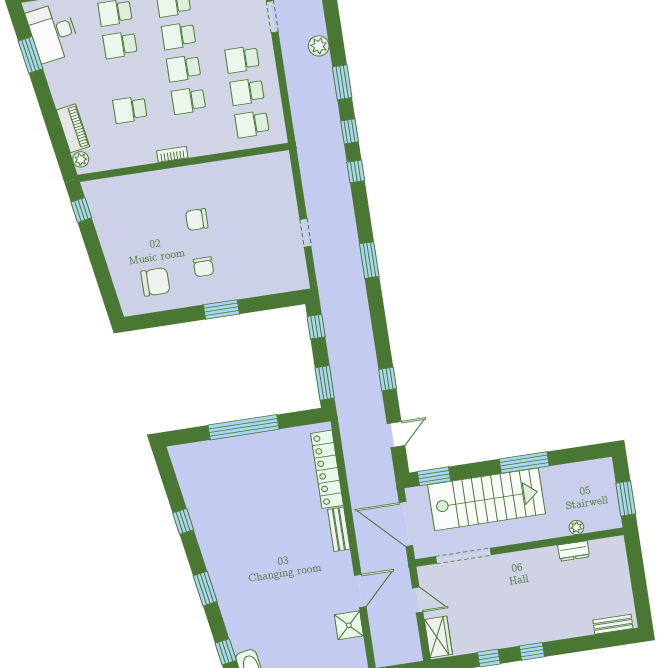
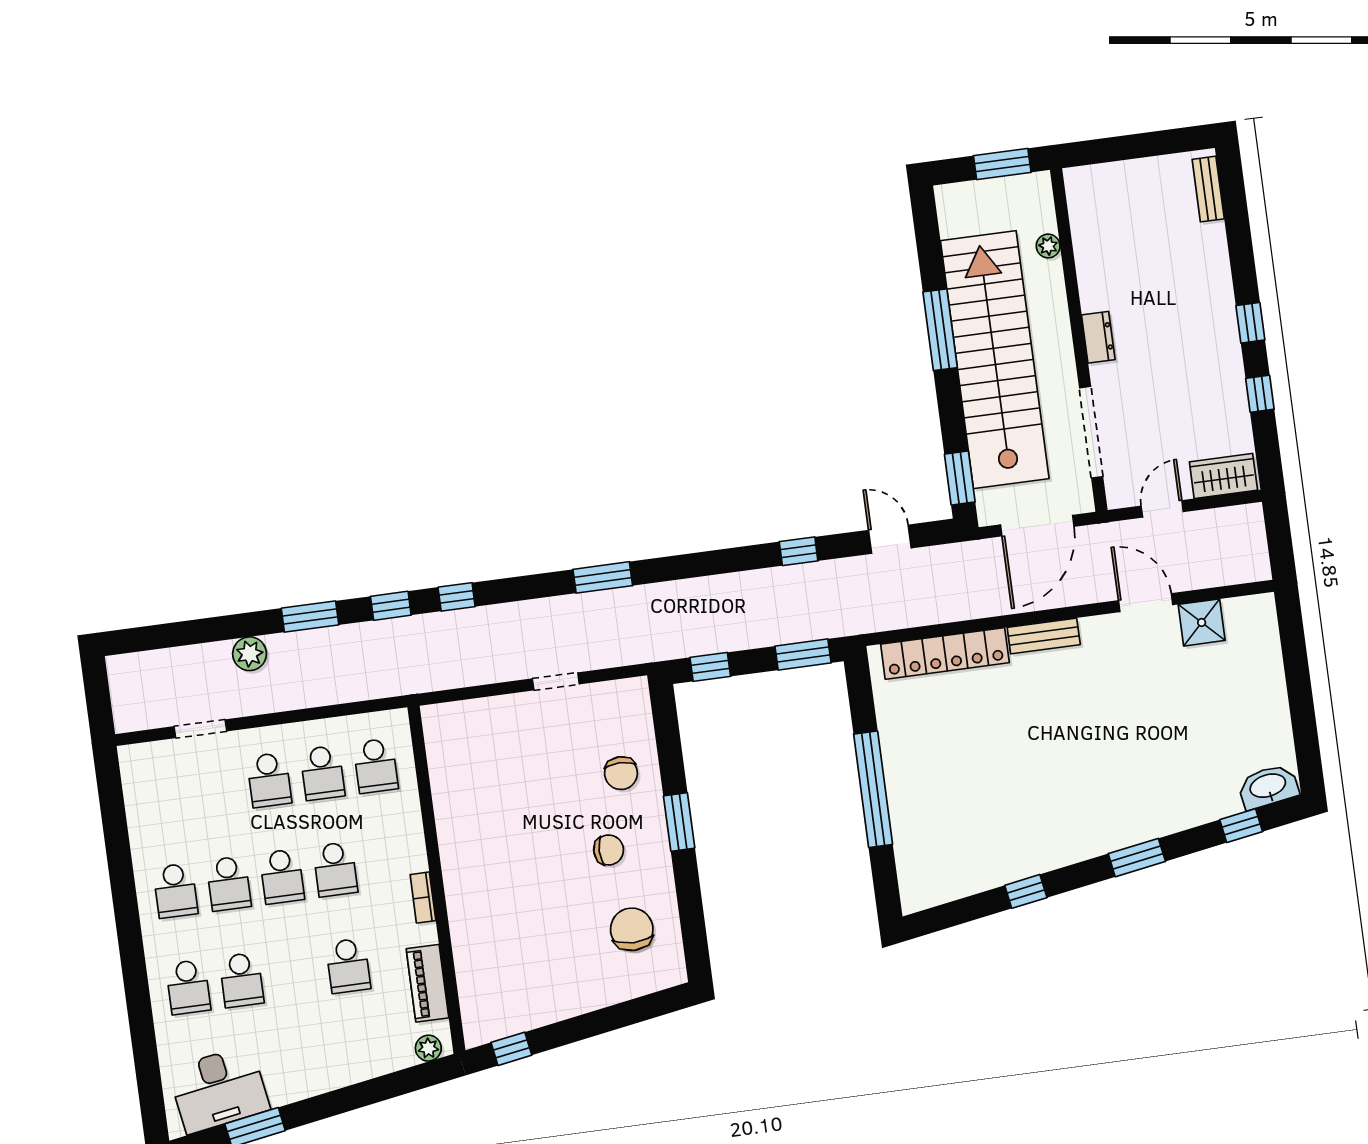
piano: (73, 128) -> (428, 983), moved, turned -81
chair: (197, 220) -> (621, 773), moved
stairs: (486, 499) -> (995, 360), width x1.36
dresser: (574, 551) -> (1098, 337), moved

